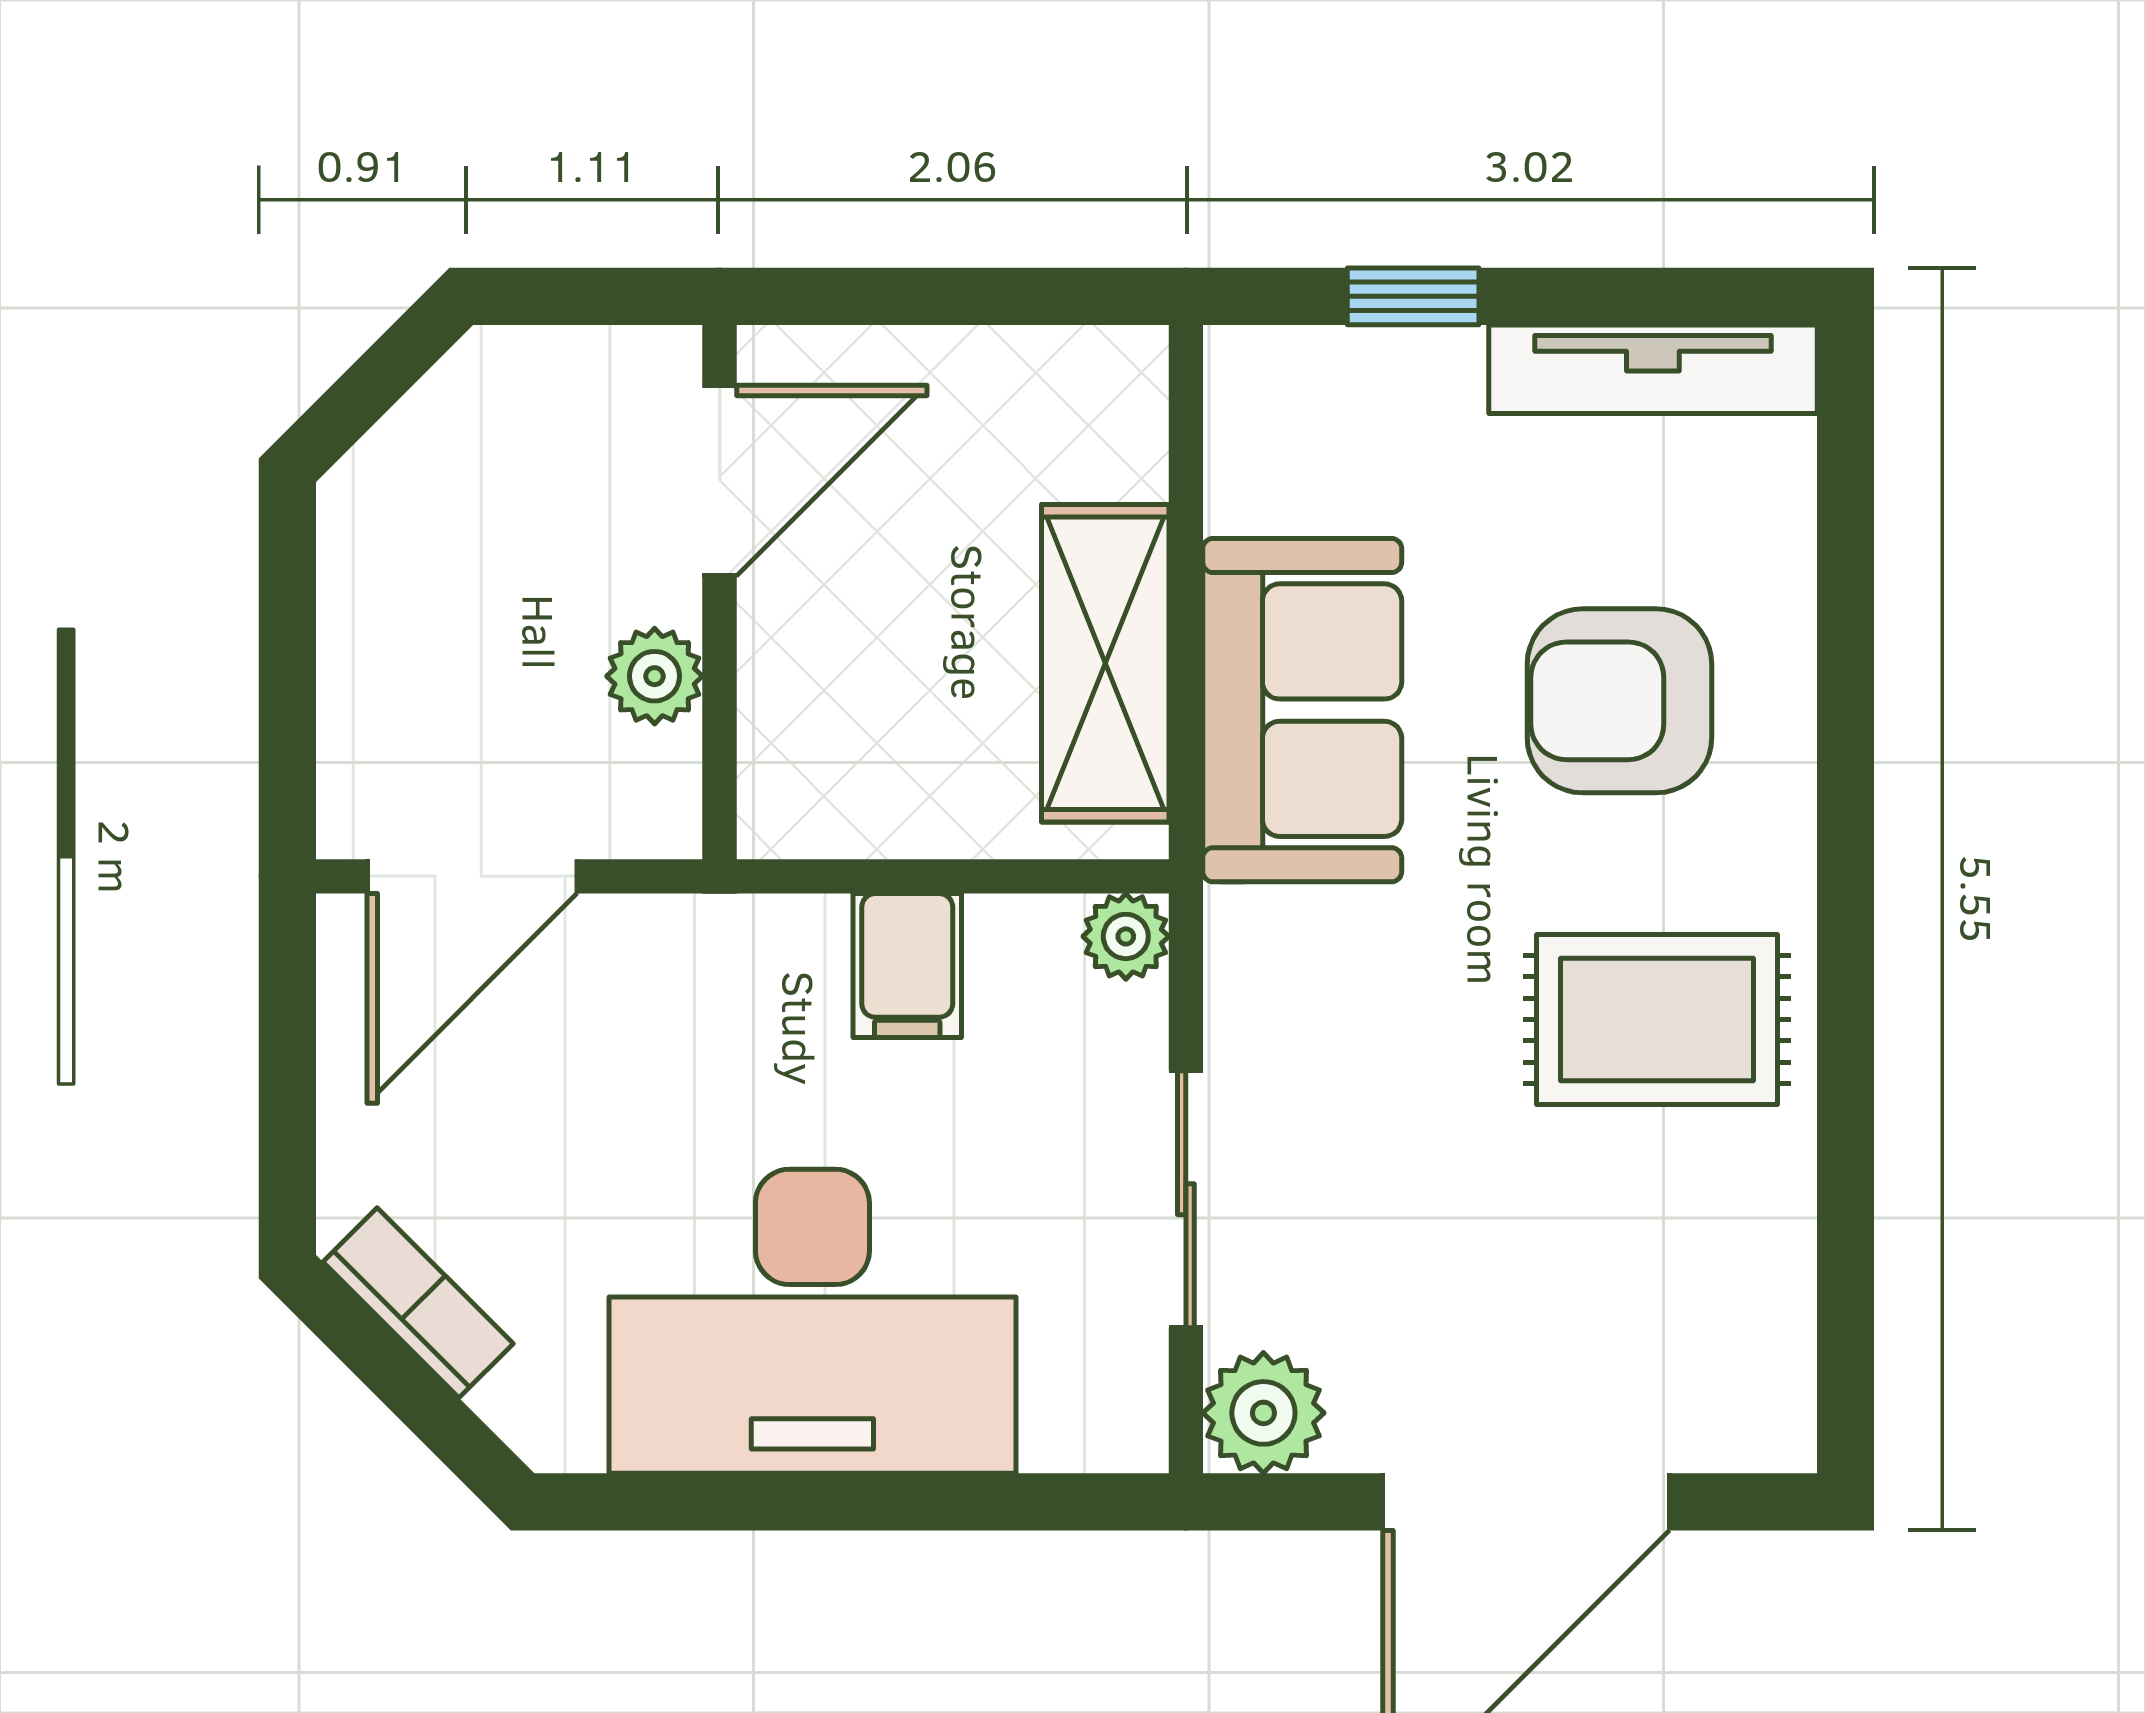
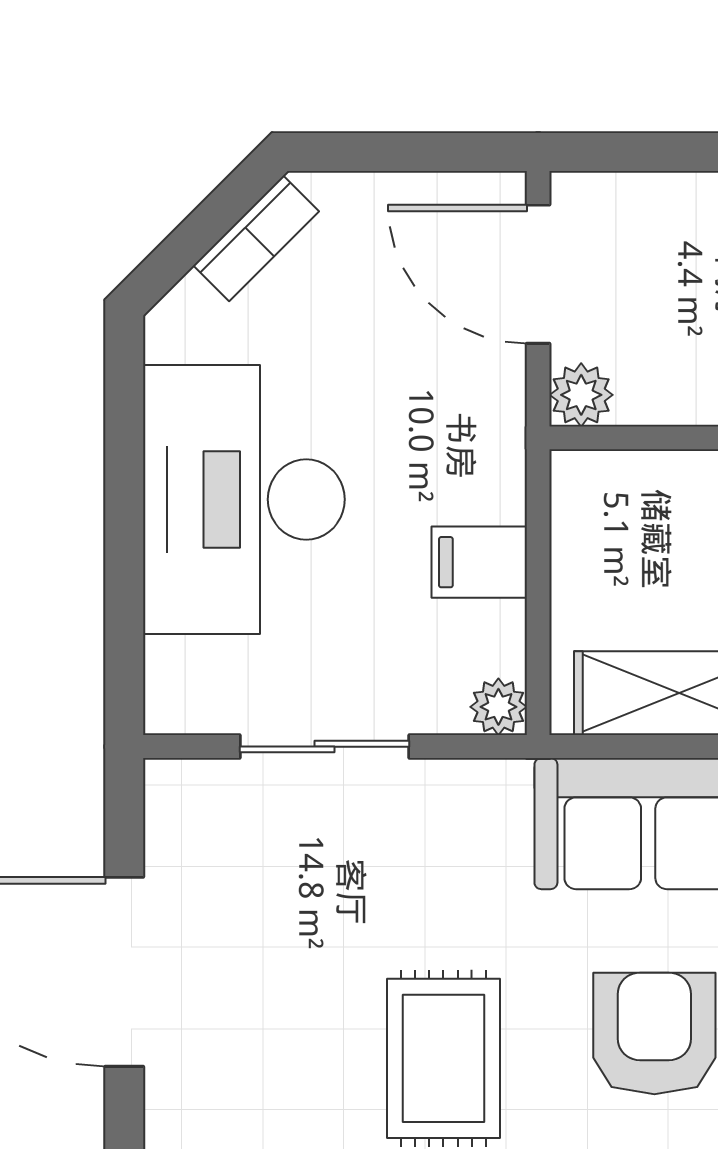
plant: (655, 676) -> (581, 395), moved
plant: (1263, 1413) -> (183, 798), removed

